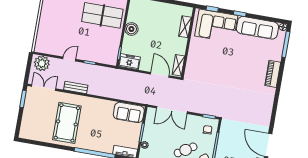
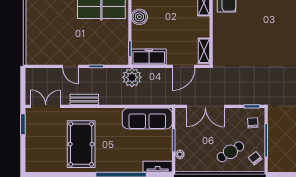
door: (69, 59) -> (71, 66), swing flipped
freezer: (129, 62) -> (149, 57), width x1.40
plant: (42, 63) -> (132, 77), moved
door: (160, 75) -> (183, 66), swing flipped
sofa: (129, 112) -> (147, 118), width x1.36

